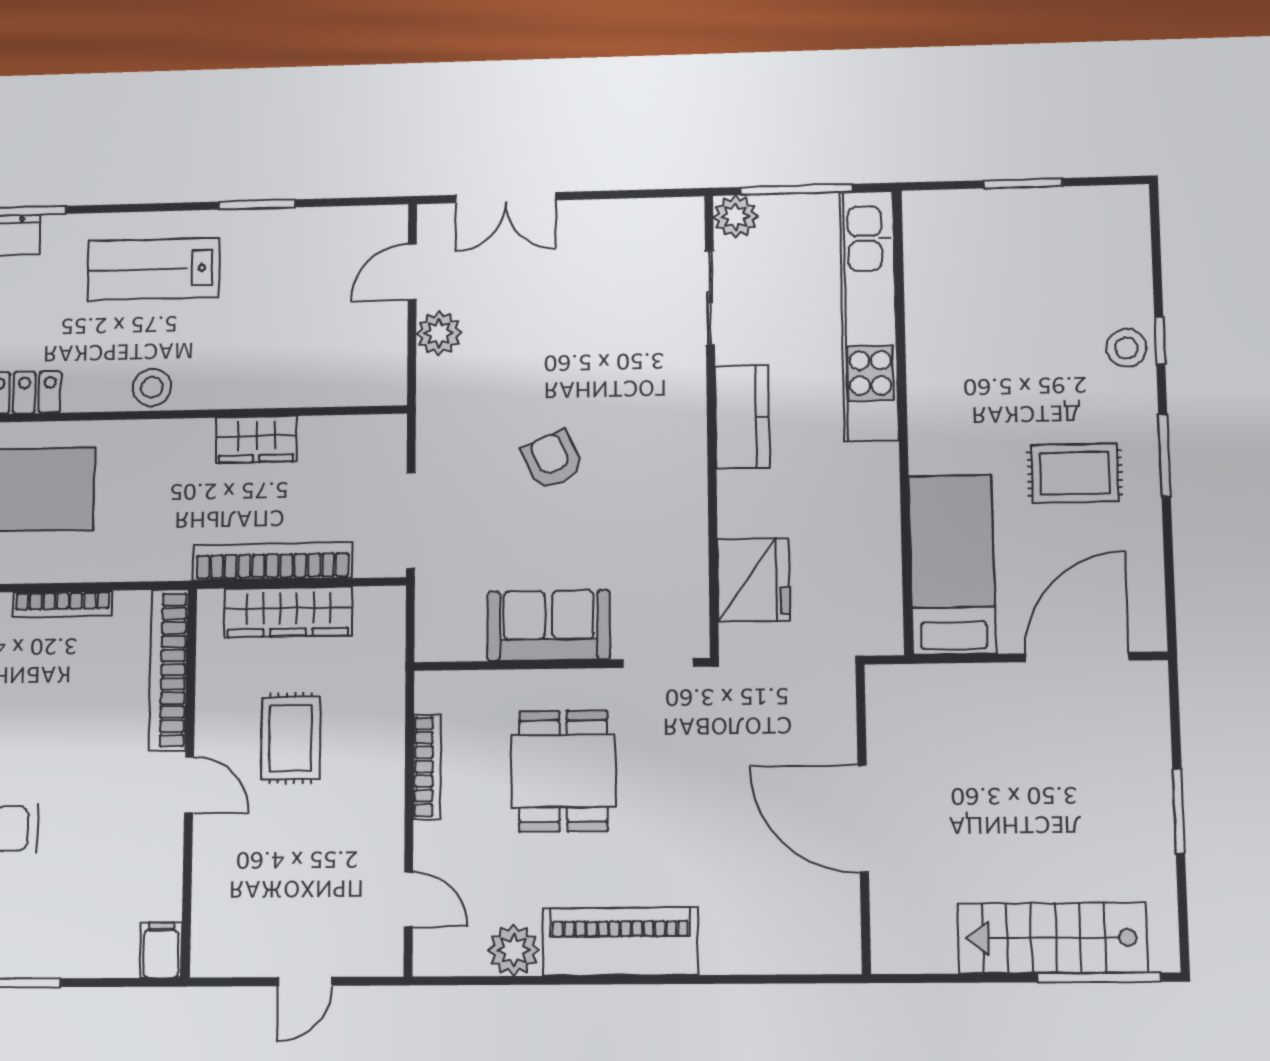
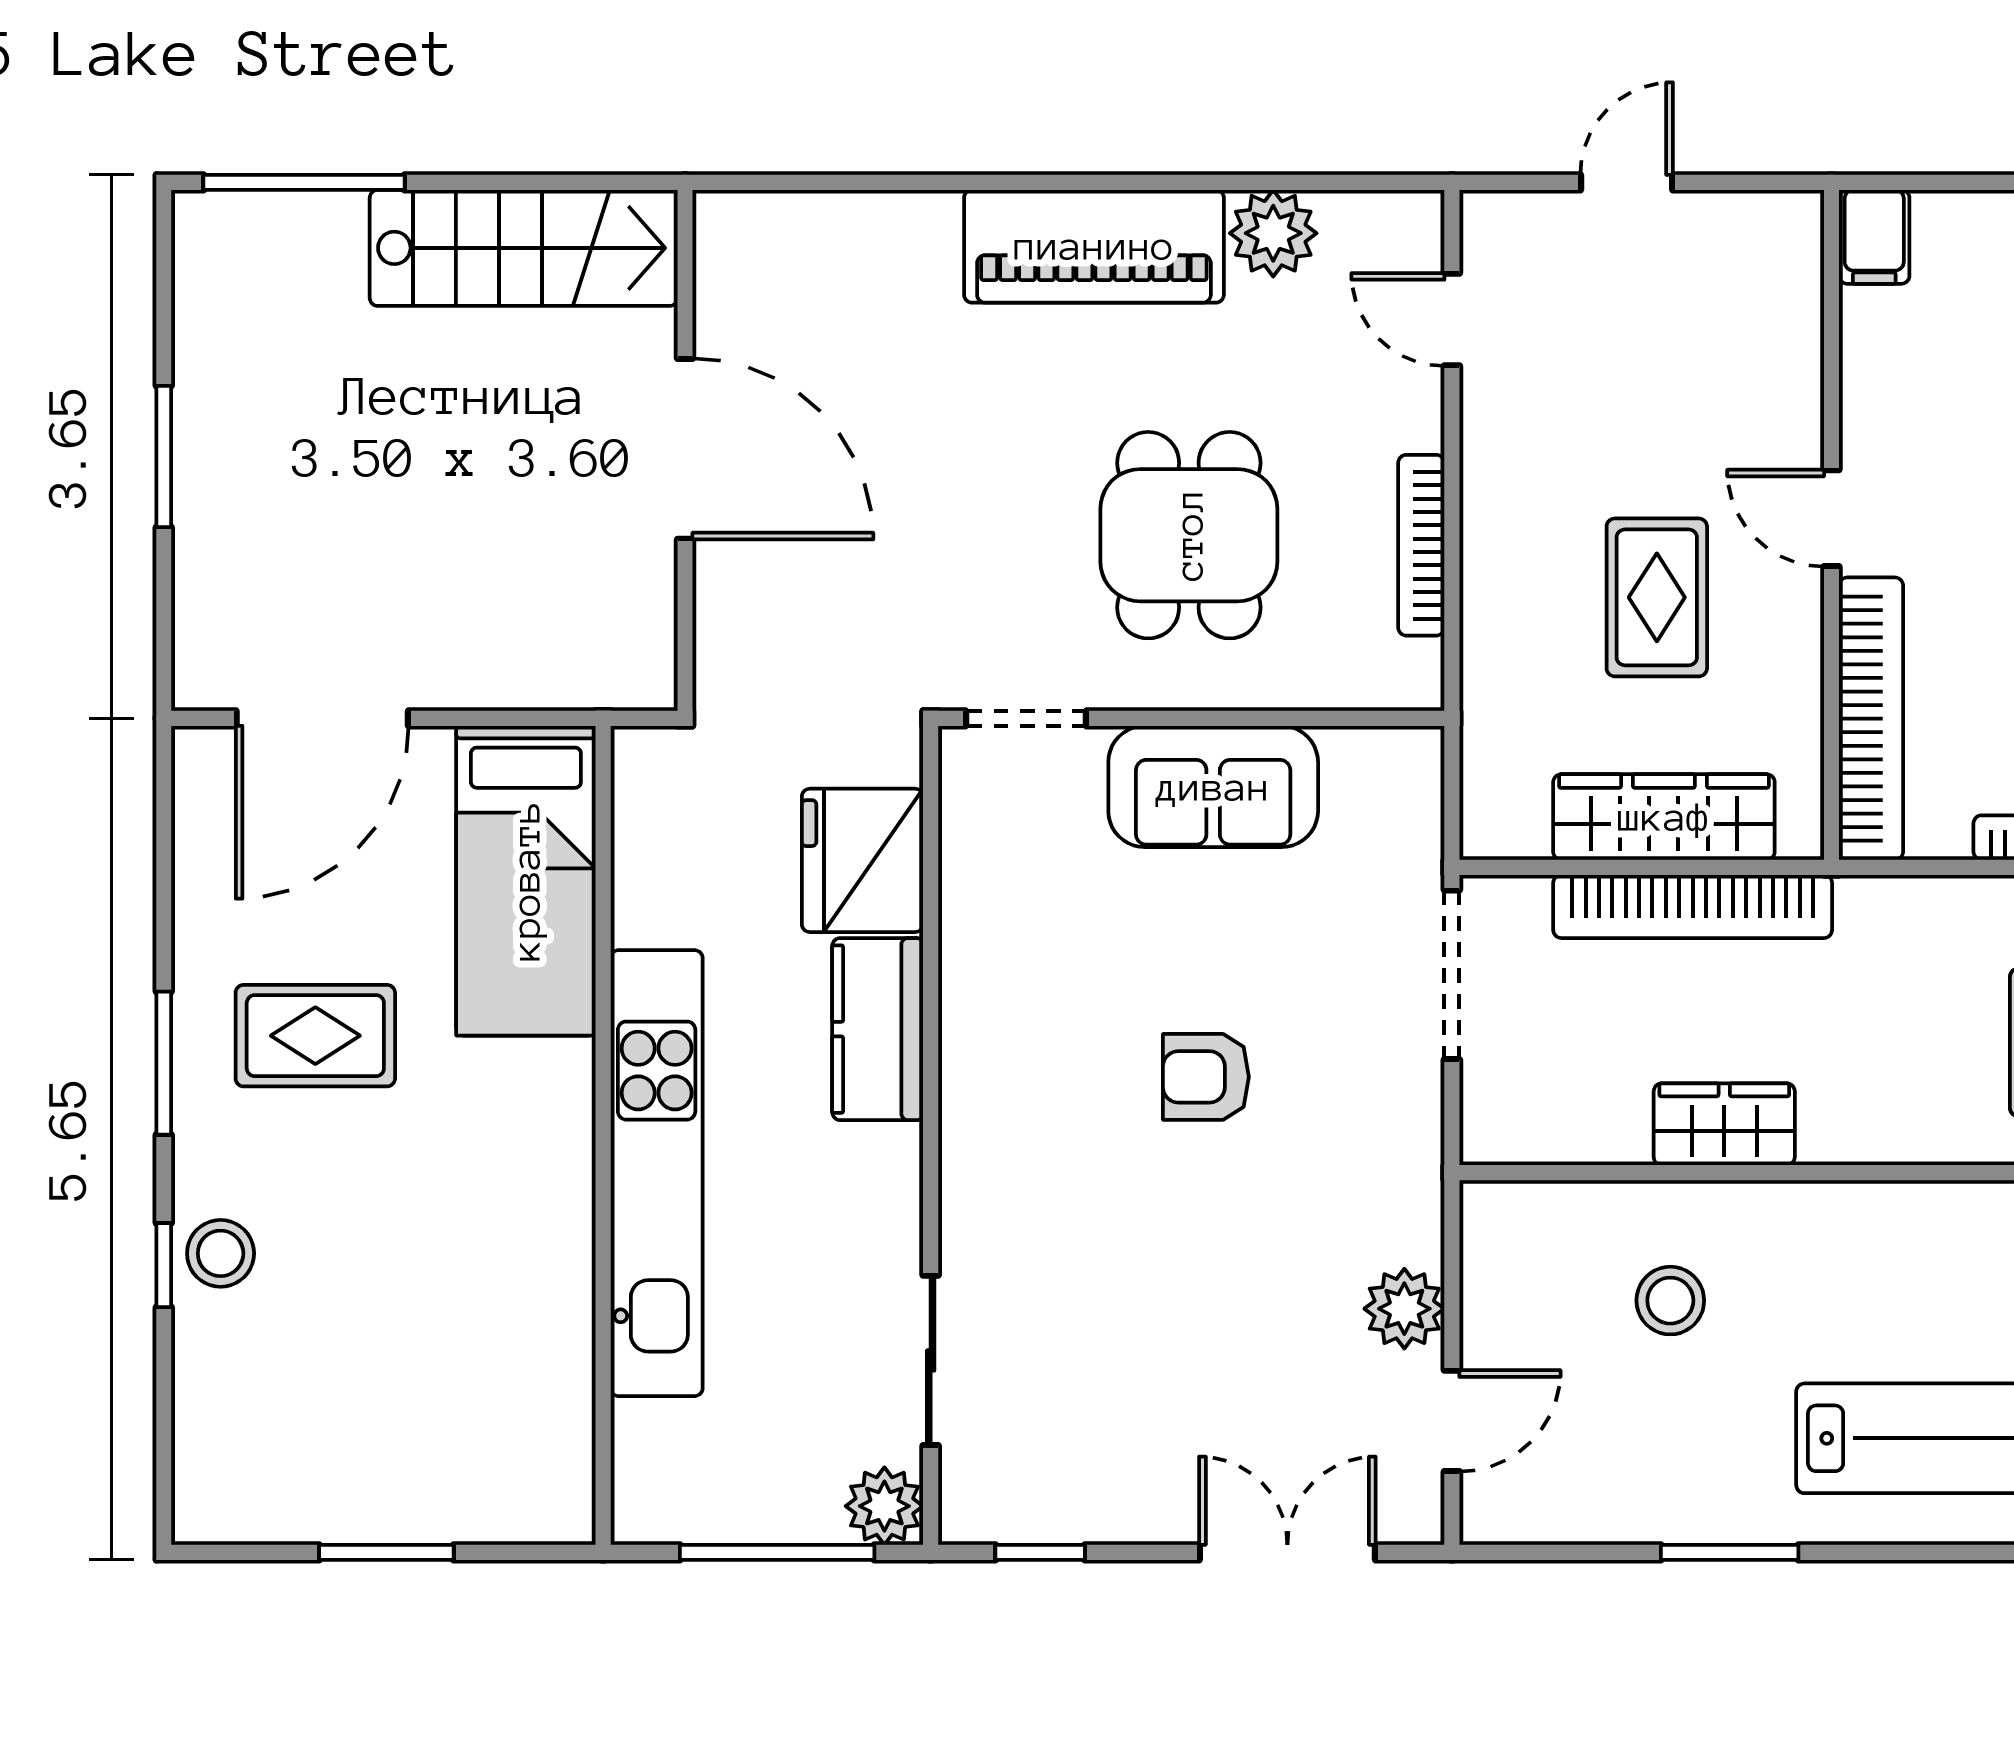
window: (646, 194) -> (1040, 1552), added
kitchen unit: (869, 315) -> (657, 1173), moved
stool: (152, 387) -> (1670, 1301), moved
kitchen counter: (742, 417) -> (878, 1029), moved
armchair: (552, 460) -> (1206, 1077), turned 114
stairs: (1052, 938) -> (524, 248), moved

